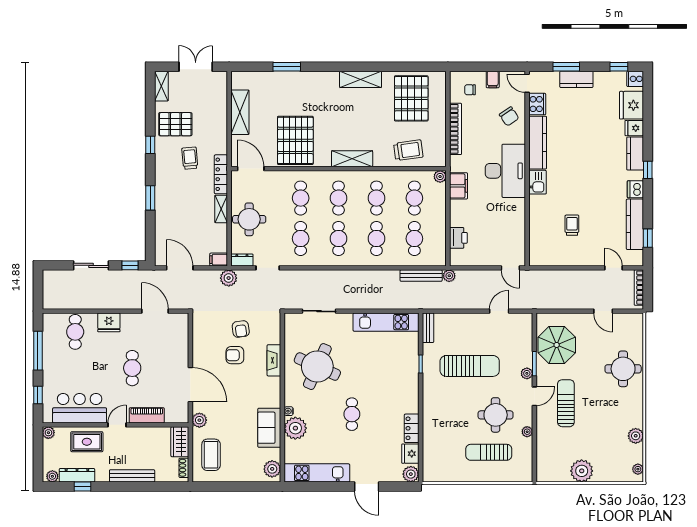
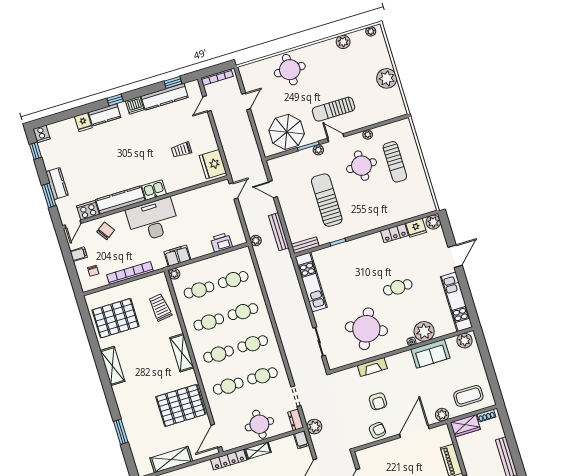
fridge: (632, 105) -> (213, 164), moved, turned 90
bench: (421, 276) -> (279, 232), moved
armchair: (241, 329) -> (377, 430), moved

